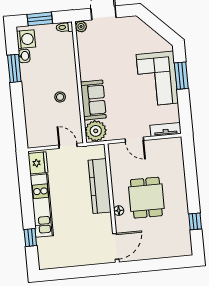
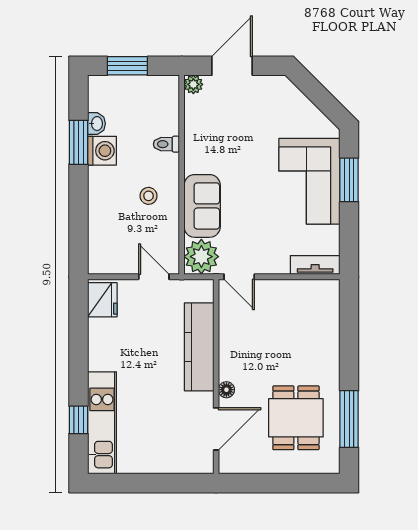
toilet: (64, 27) -> (166, 144), moved
washing machine: (26, 39) -> (102, 151), moved
door: (134, 140) -> (239, 277), moved
dining table: (146, 198) -> (296, 418), moved
kitchen unit: (42, 206) -> (102, 423), moved
window: (195, 221) -> (349, 419), width x2.17
door: (116, 246) -> (216, 429), moved

